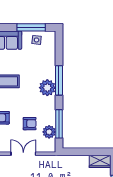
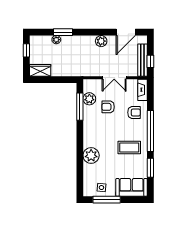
window: (59, 80) -> (80, 148), removed
plant: (47, 88) -> (91, 155), moved

